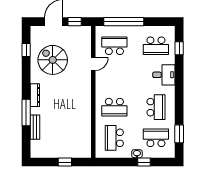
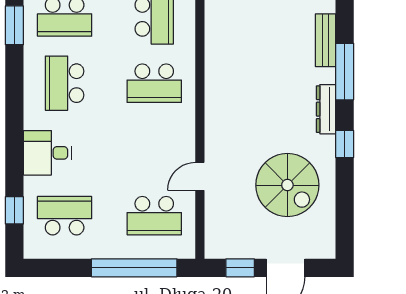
window: (26, 50) -> (345, 144), moved
school desk: (114, 107) -> (154, 83), turned 180

